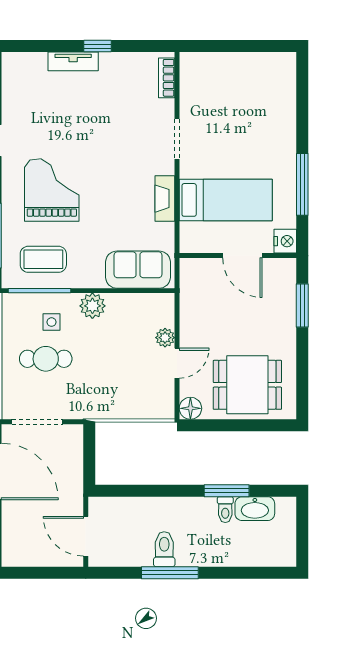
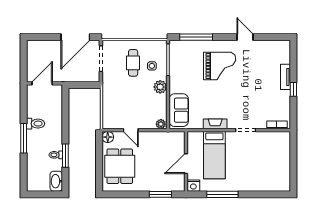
coffee table: (43, 259) -> (184, 62), removed
plant: (165, 338) -> (161, 124), moved
washbasin: (255, 509) -> (56, 181), moved
window: (170, 573) -> (24, 138), moved

